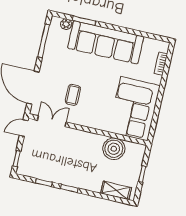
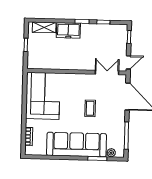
coffee table: (73, 95) -> (90, 108), moved
double door: (52, 121) -> (107, 73), swing flipped
boiler: (114, 149) -> (53, 60), removed
freezer: (88, 181) -> (68, 30), added

